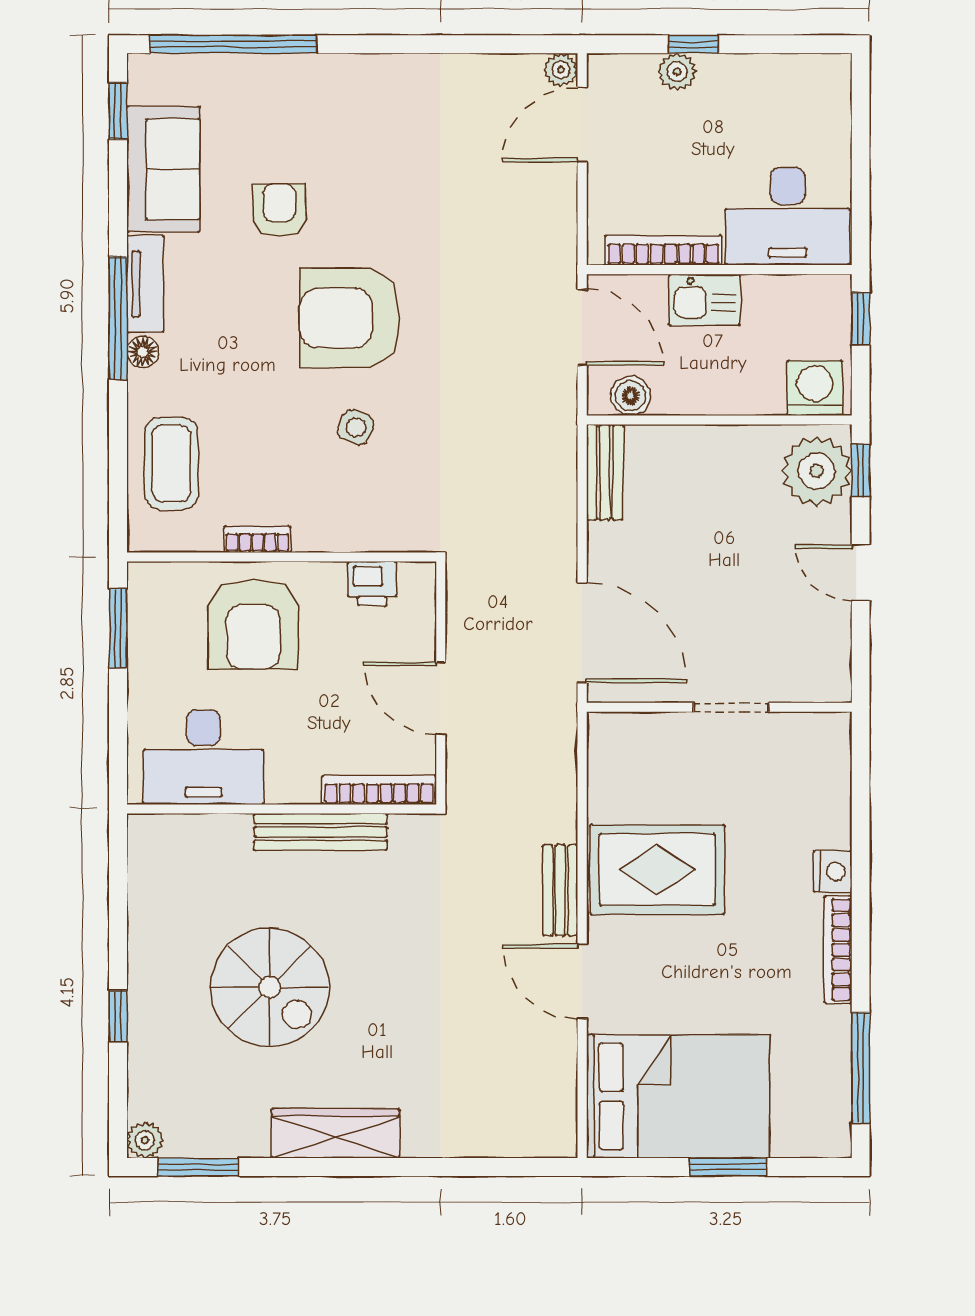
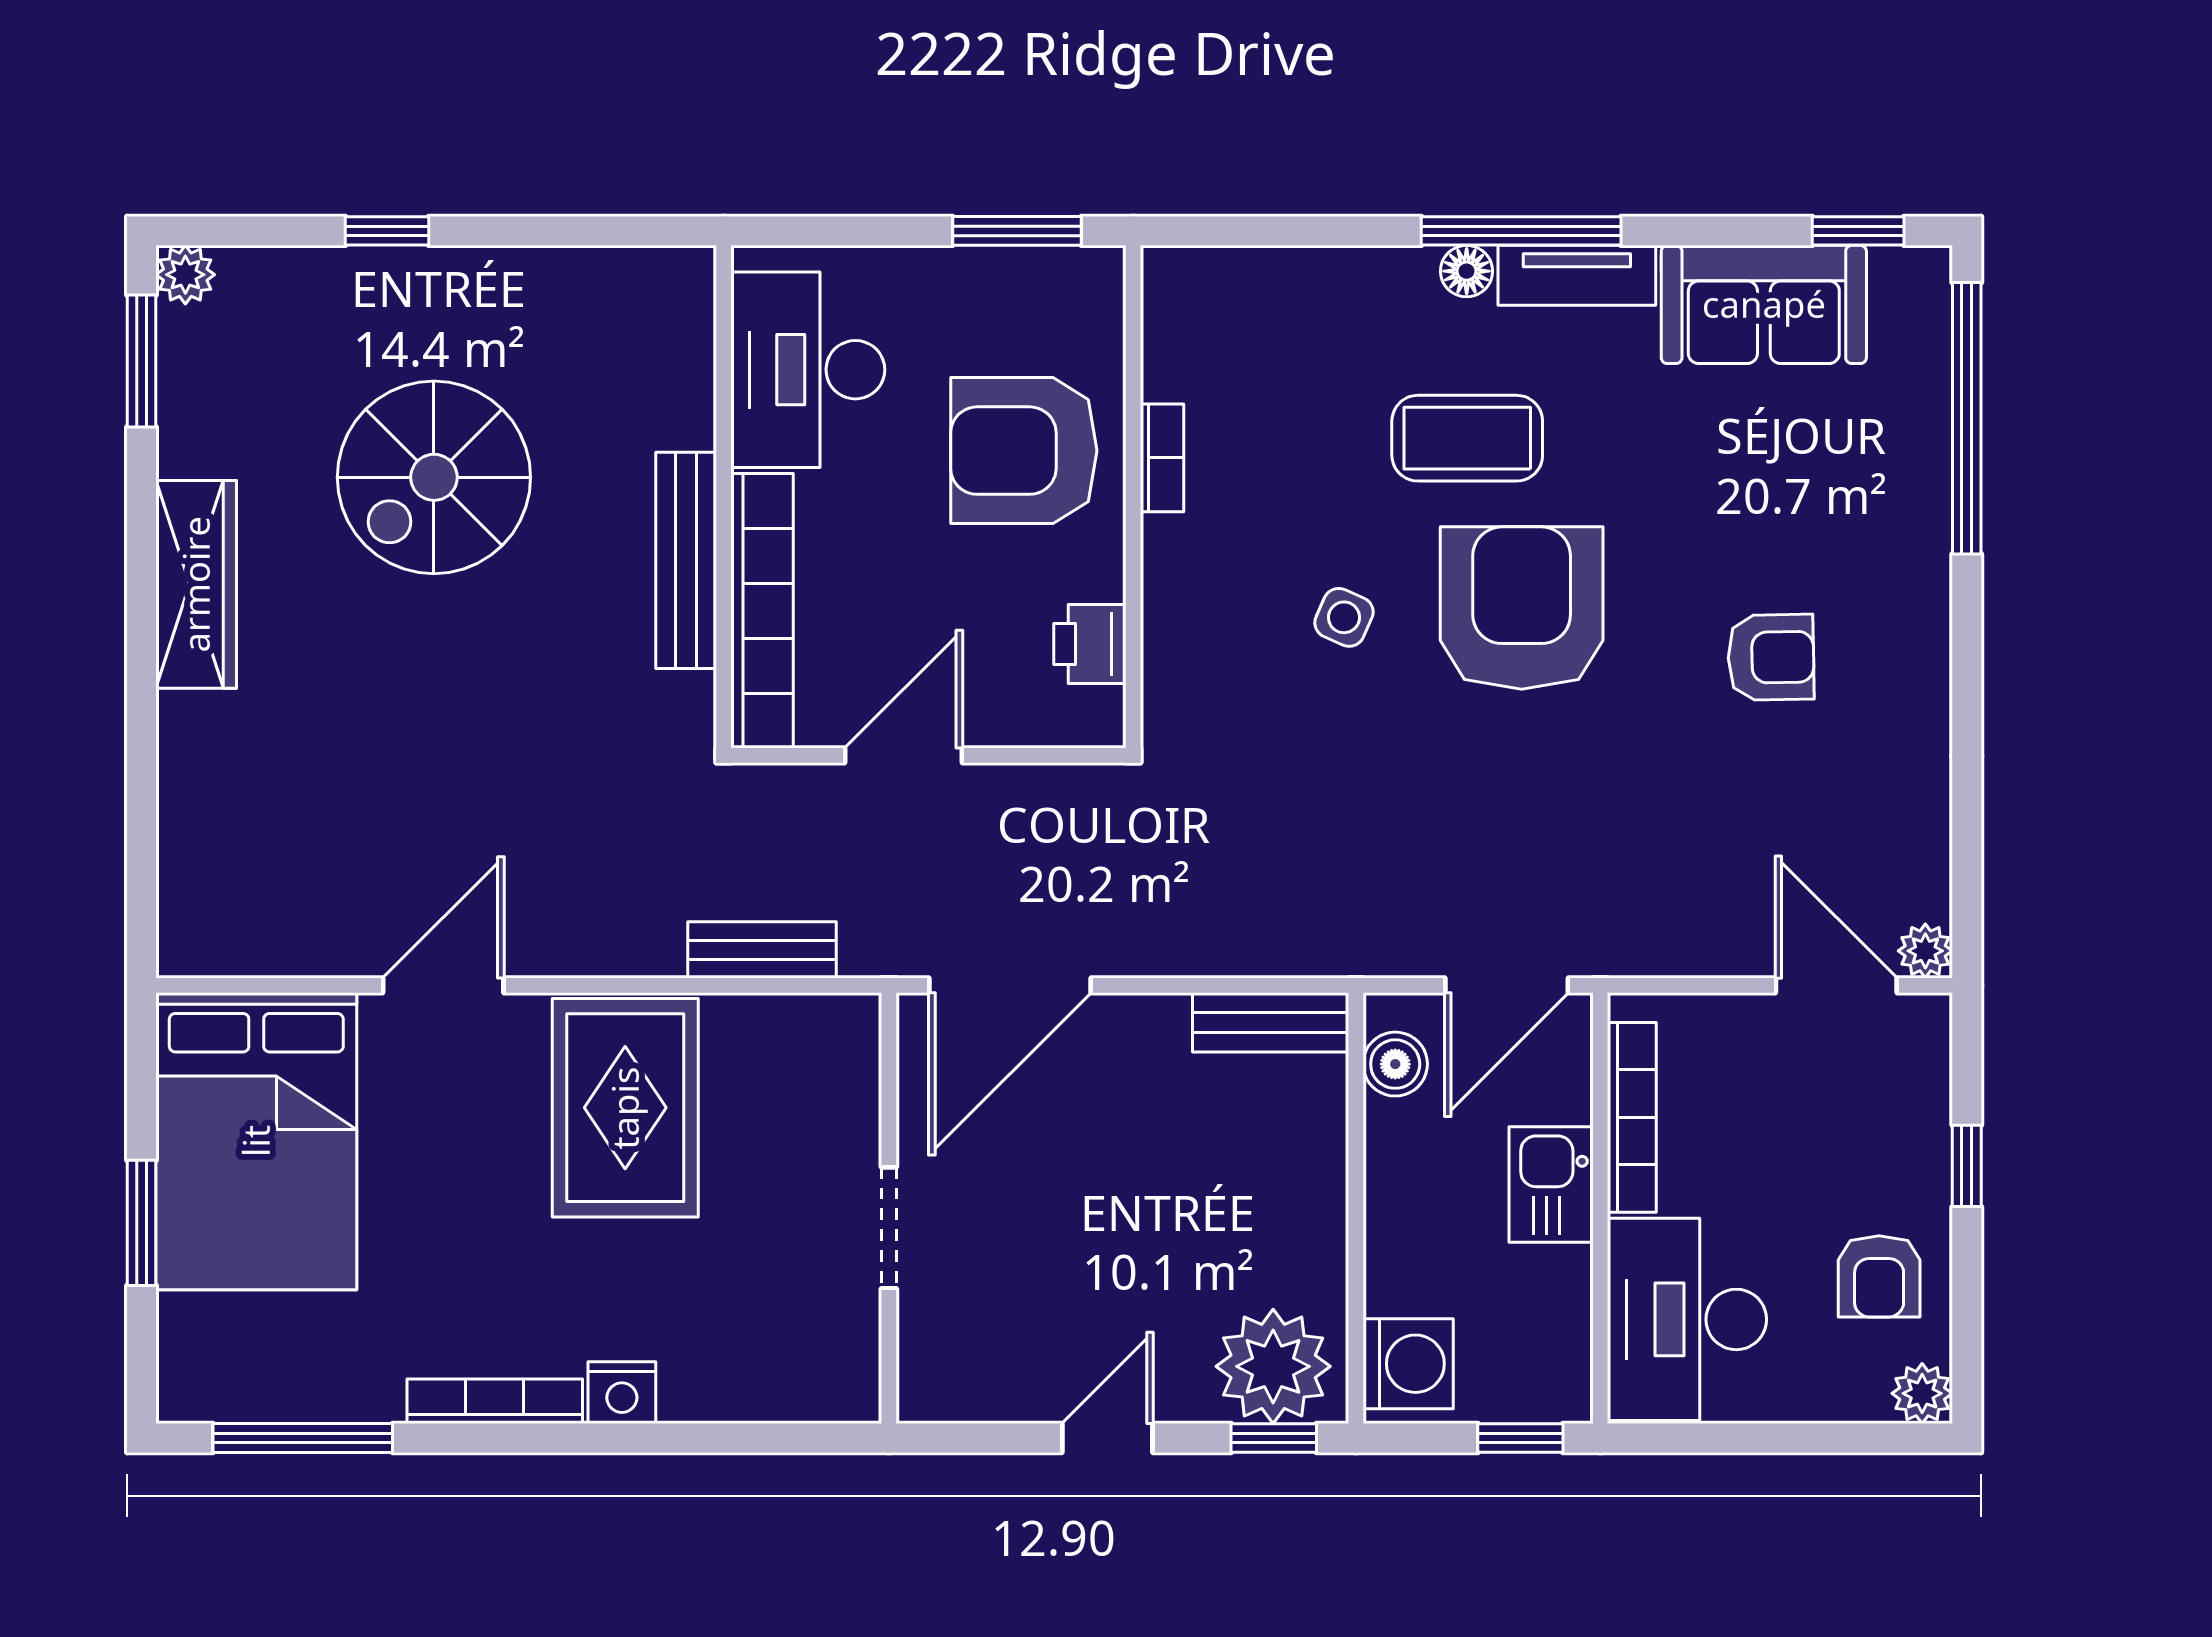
plant: (677, 72) -> (1922, 1393), moved
armchair: (761, 98) -> (1879, 1276), added
armchair: (279, 210) -> (1771, 657), moved
coffee table: (171, 463) -> (1467, 438), moved
bookcase: (379, 790) -> (762, 611), width x1.48, depth x1.31
bench: (560, 890) -> (762, 950), moved

